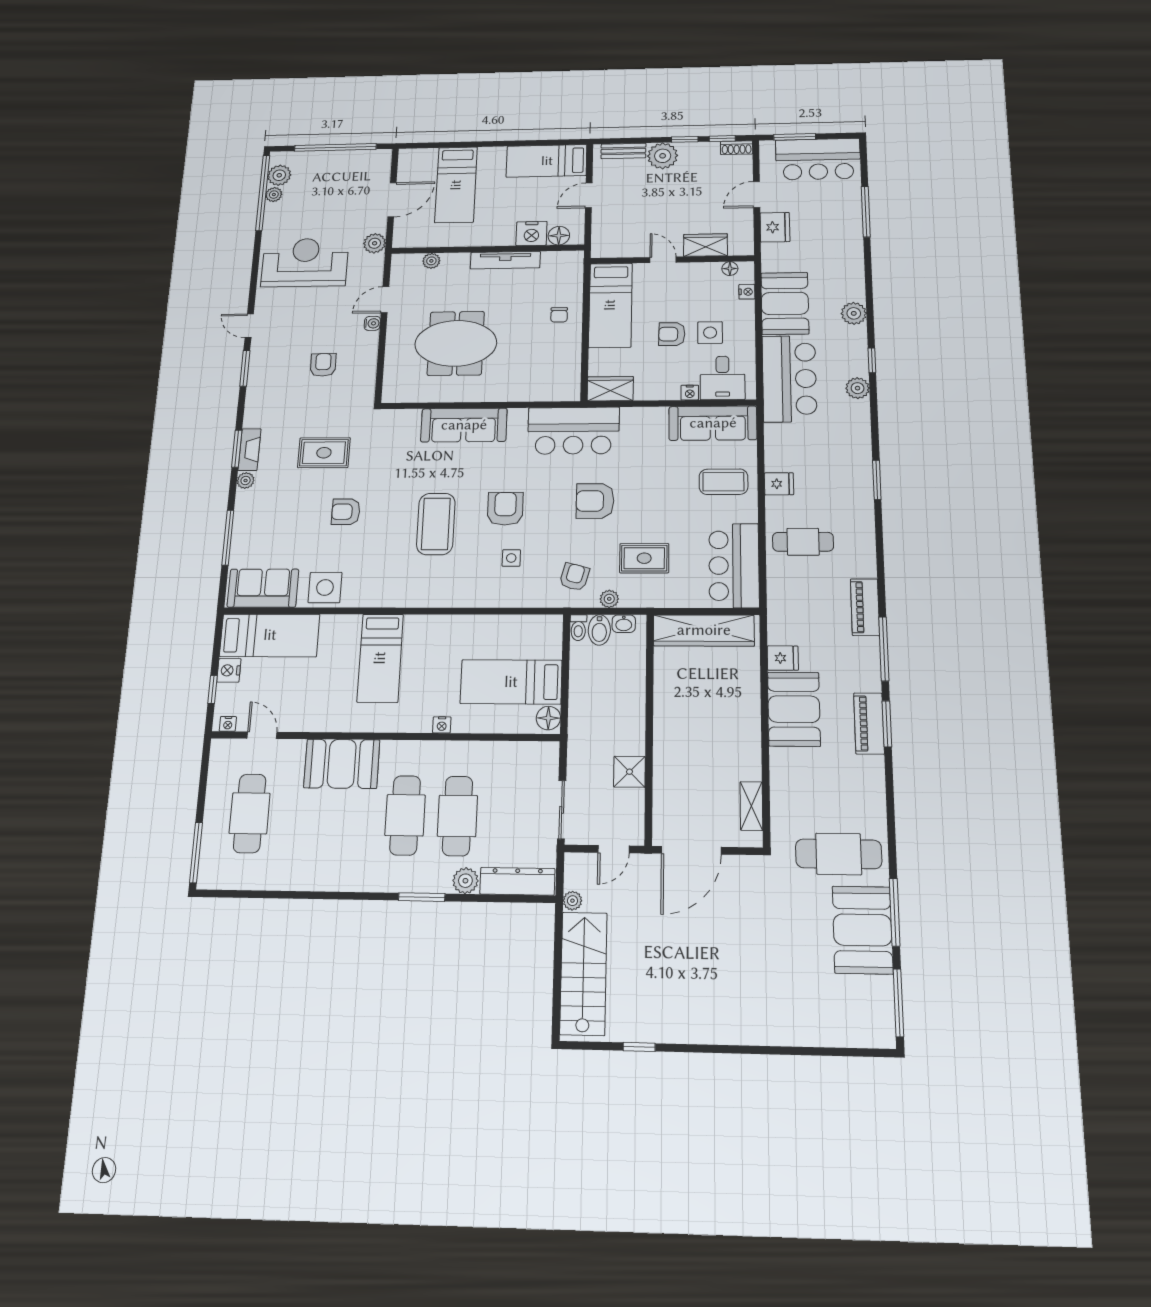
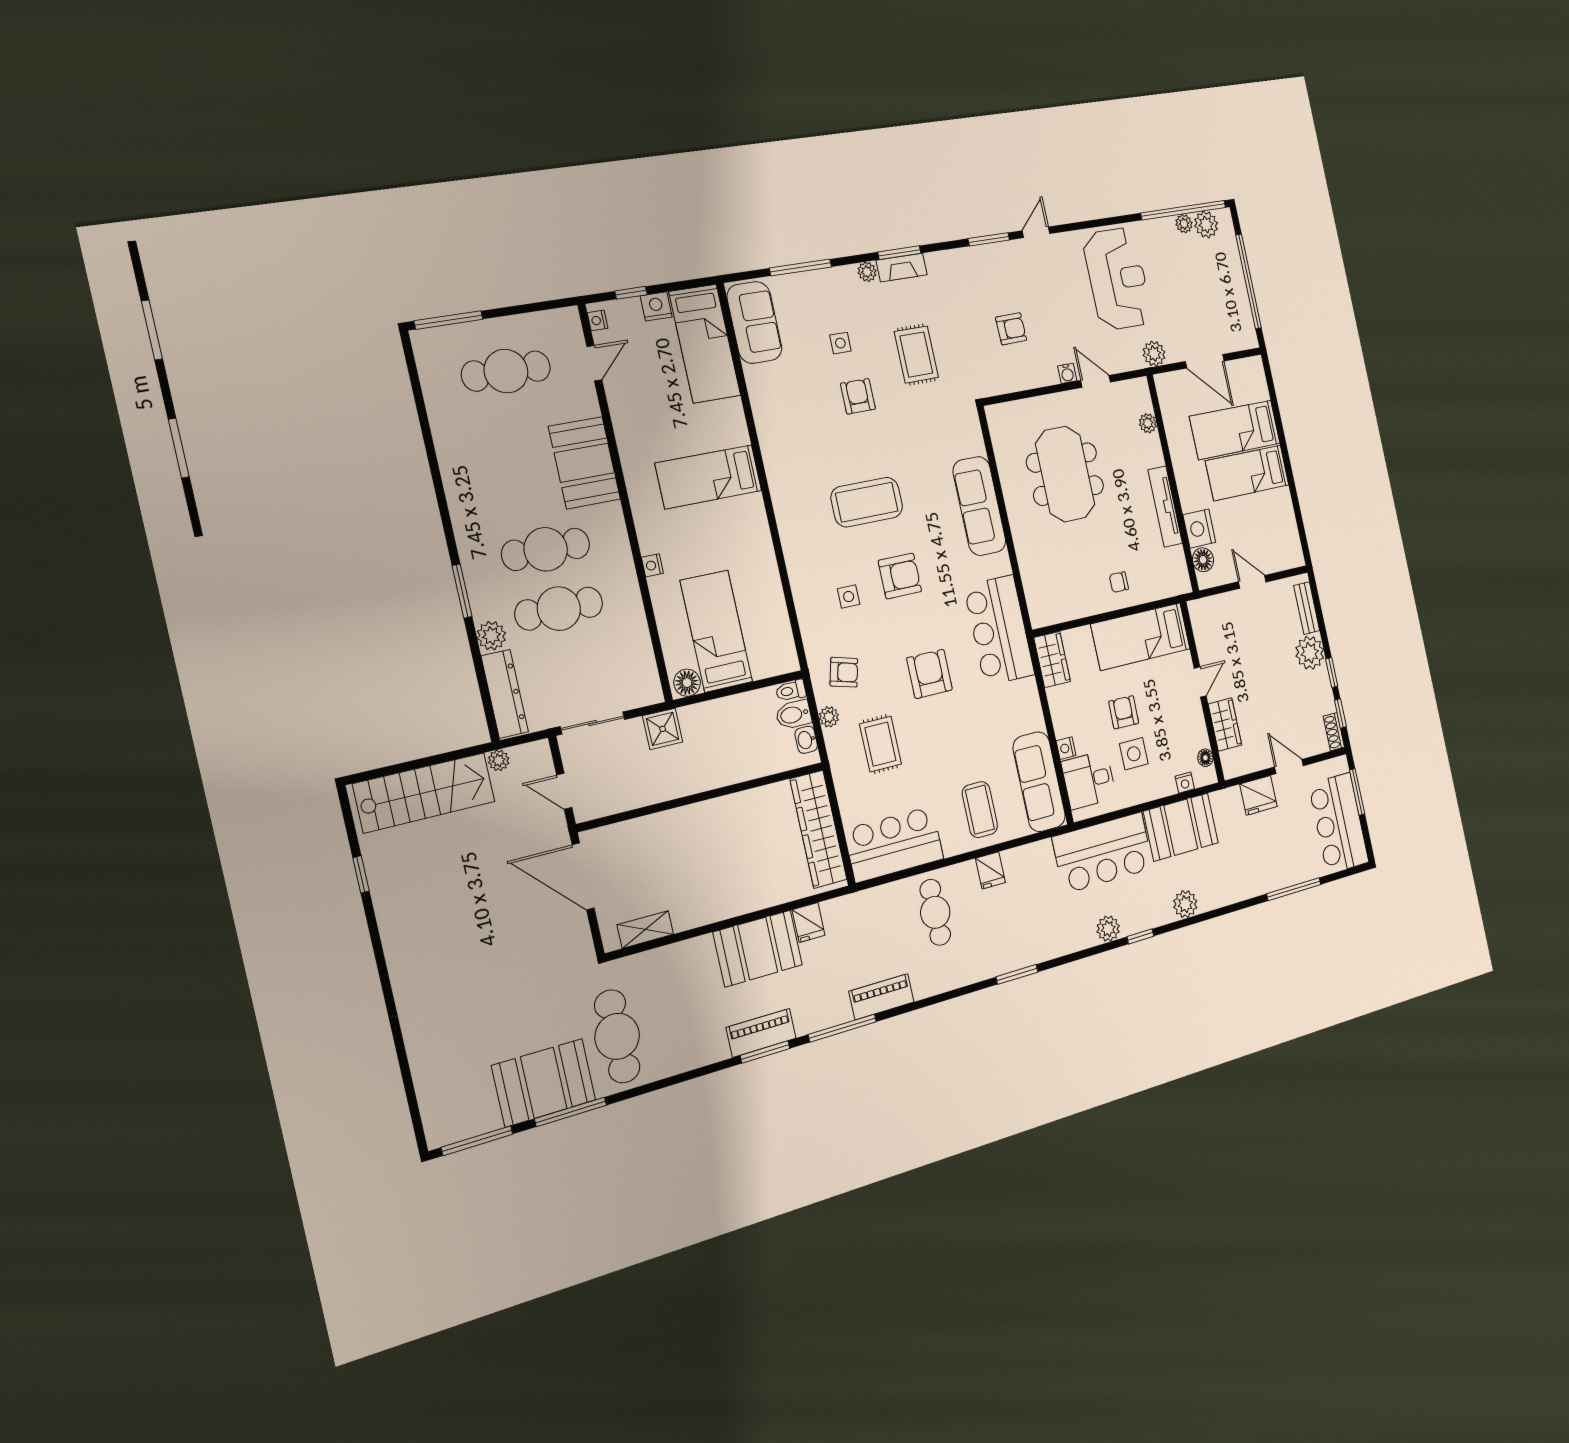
bed: (547, 161) -> (1247, 473), moved, turned -90
side table: (325, 587) -> (840, 343), moved, width x0.54, depth x0.54
shower: (629, 772) -> (663, 729), moved

